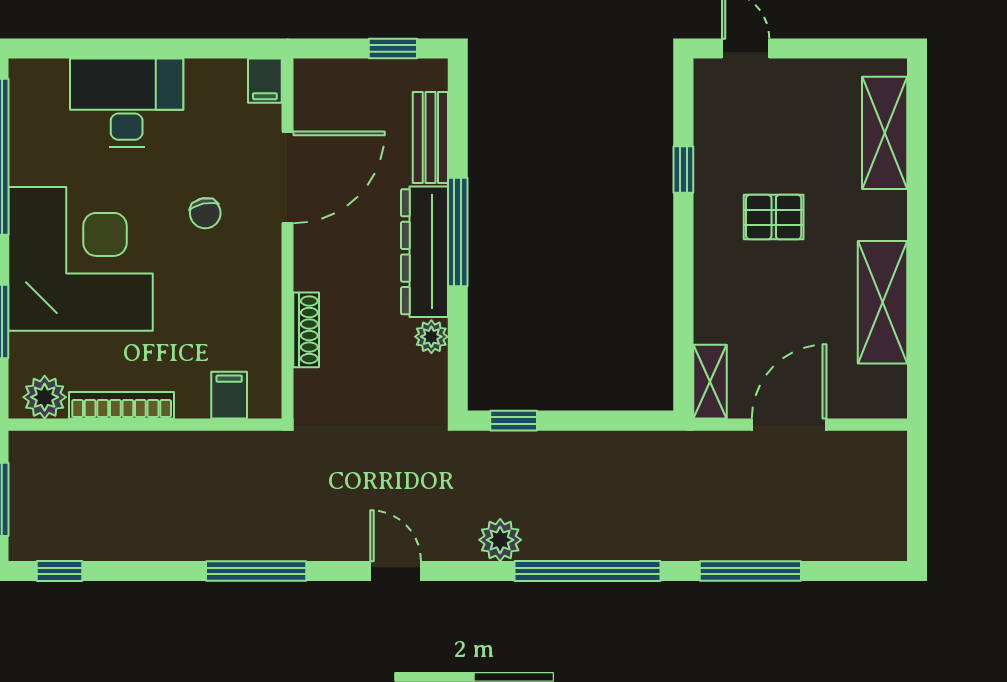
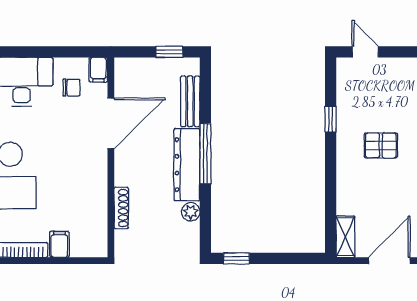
chair: (205, 213) -> (72, 88), moved, turned -78
filing cabinet: (229, 395) -> (59, 244), moved

